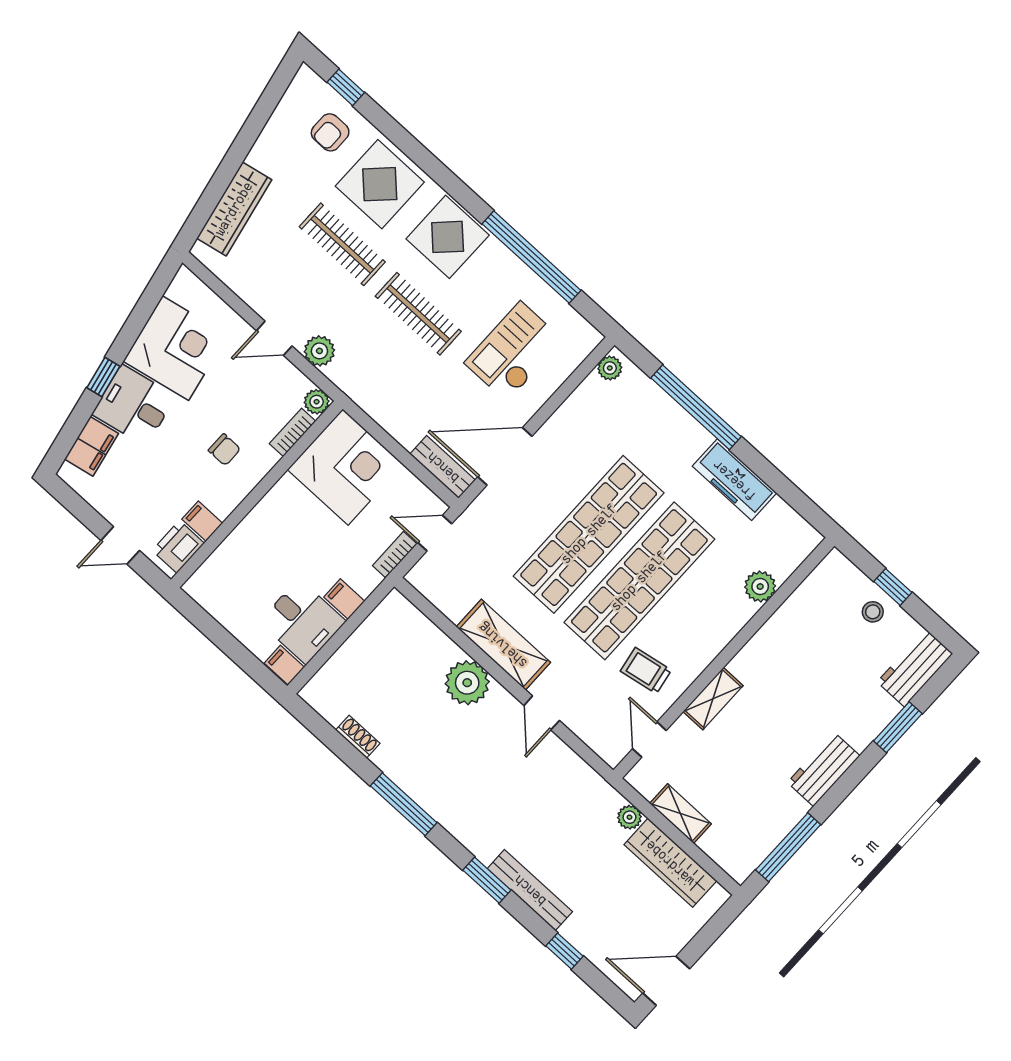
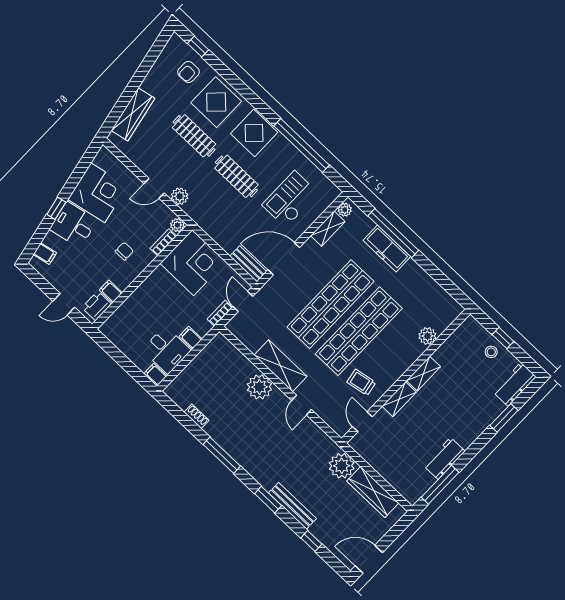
shelving: (581, 402) -> (328, 229), added
filing cabinet: (91, 446) -> (45, 254), width x0.50
chair: (224, 450) -> (124, 251), turned -90
freezer: (734, 480) -> (387, 249), moved
door: (435, 533) -> (243, 301), hinge flipped
workbench: (824, 769) -> (444, 458), moved
shelving: (681, 814) -> (424, 374), moved, turned 90
plant: (629, 817) -> (342, 466), width x1.87, depth x1.87

